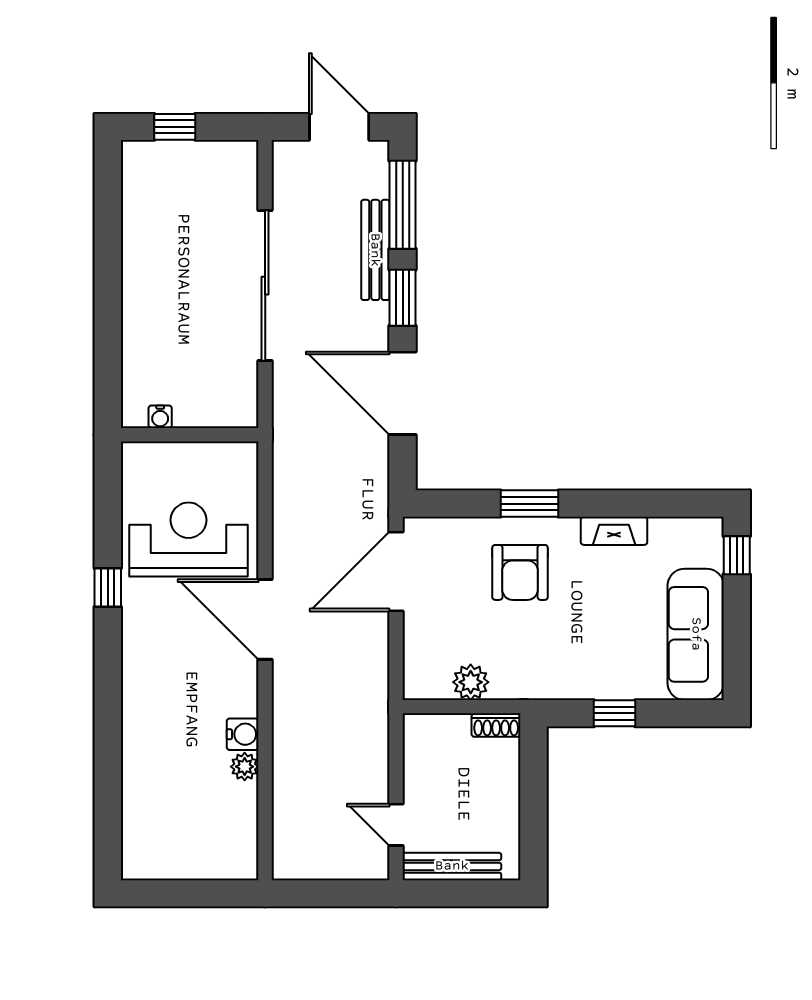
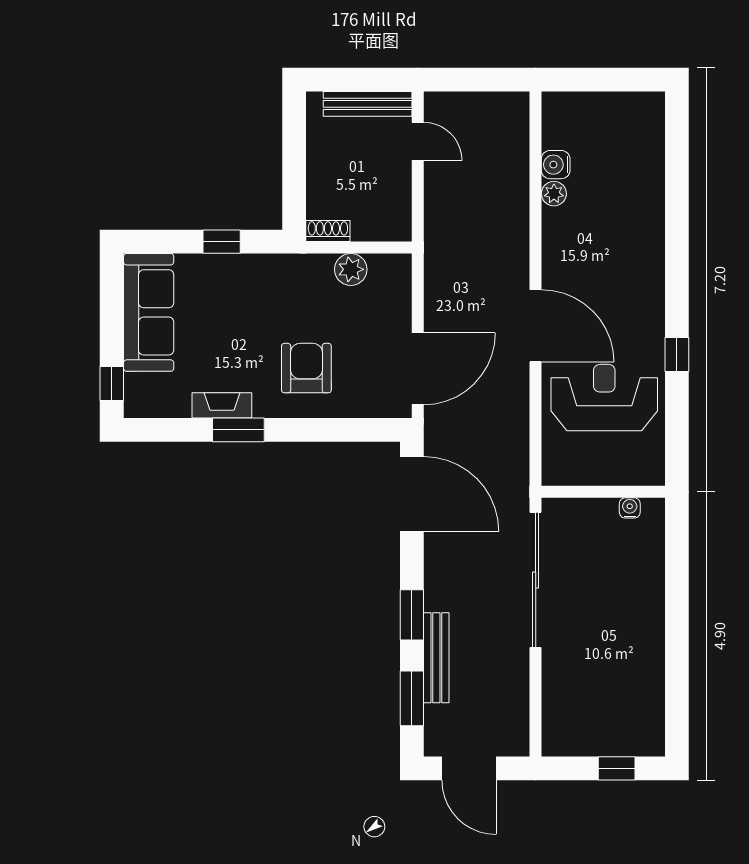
window: (403, 205) -> (412, 698), width x0.69
sliding door: (265, 286) -> (536, 580), moved
door: (403, 393) -> (412, 494), moved
window: (529, 504) -> (238, 430), moved
reception desk: (189, 540) -> (604, 398), turned 180
water cooler: (243, 734) -> (556, 165), moved

